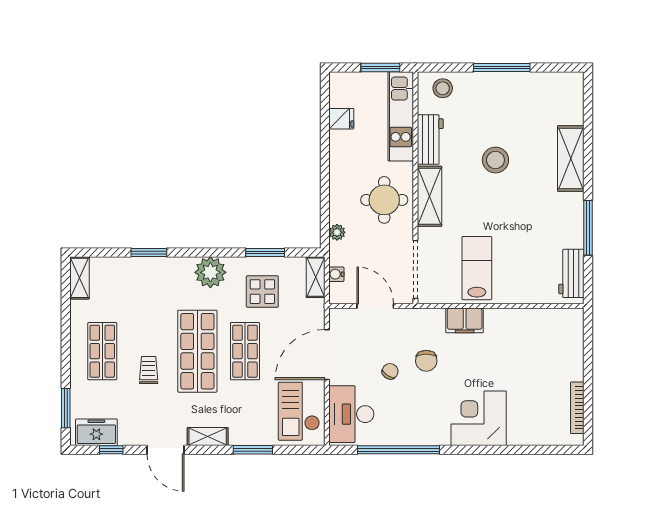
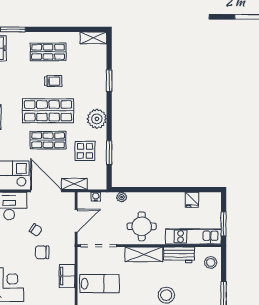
shelving: (316, 277) -> (74, 184), moved
trolley: (149, 370) -> (53, 81), moved

